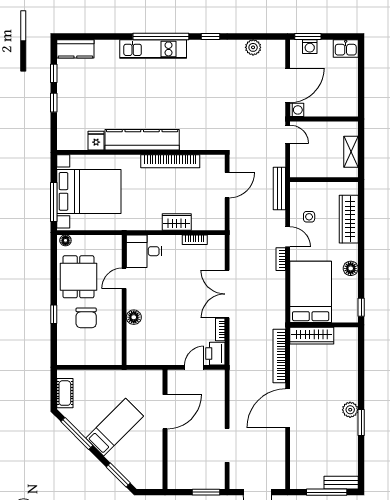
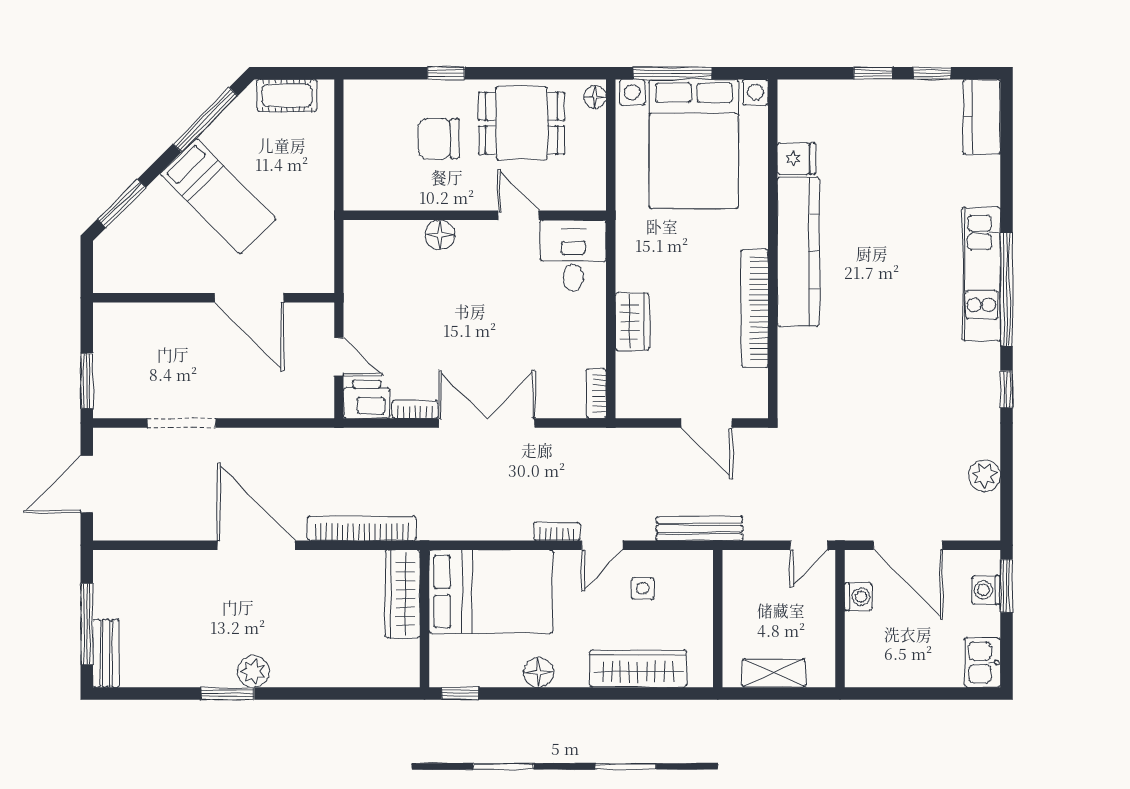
washing machine: (297, 110) -> (858, 597), moved, turned -90
bookcase: (195, 240) -> (596, 394), moved

